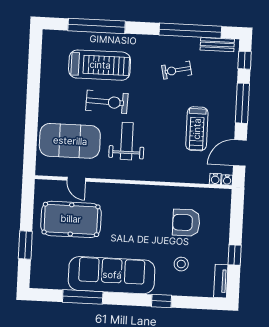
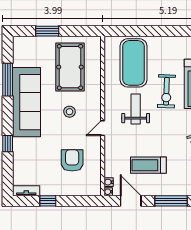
weight bench: (127, 141) -> (136, 109), turned -90
door: (76, 179) -> (103, 128), moved
stool: (181, 264) -> (69, 112), moved

